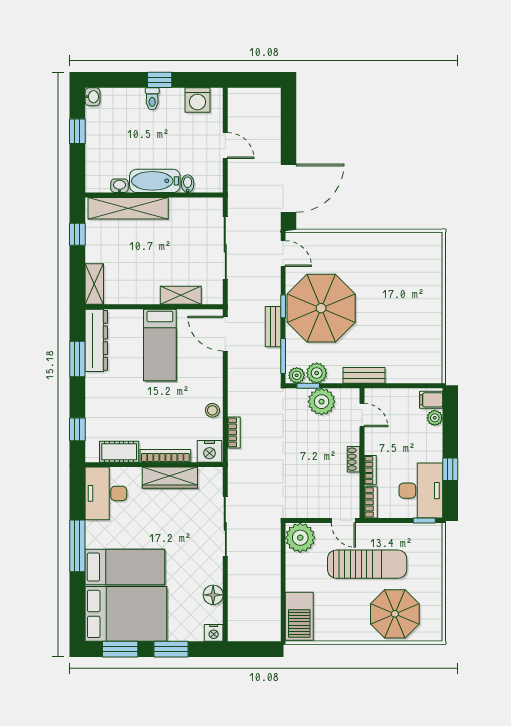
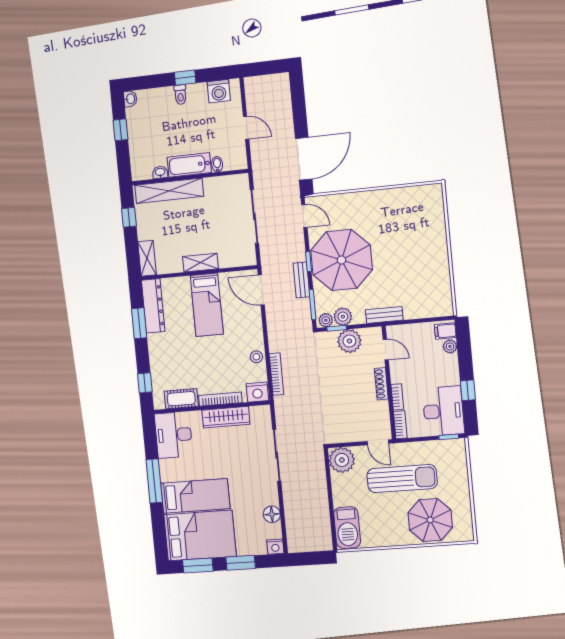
shelving: (181, 295) -> (200, 263), moved
bookcase: (234, 432) -> (276, 374), width x1.56
shoe rack: (354, 459) -> (381, 384), width x1.43

